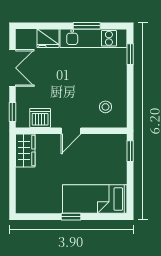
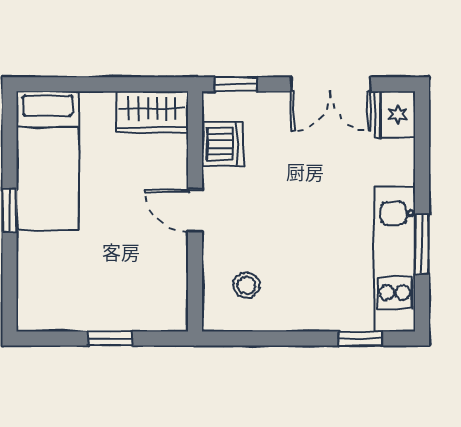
fridge: (48, 38) -> (395, 115), moved
window: (130, 151) -> (110, 338), moved
bed: (95, 199) -> (48, 160), moved, turned 180

